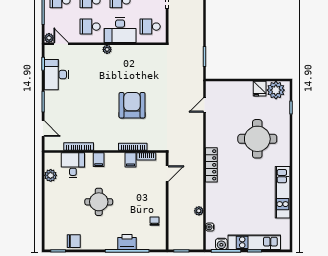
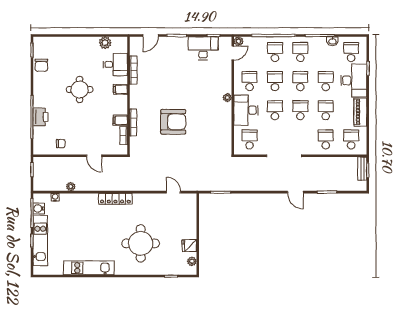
plant: (276, 90) -> (192, 261), width x0.53, depth x0.53
door: (167, 174) -> (94, 156), moved

